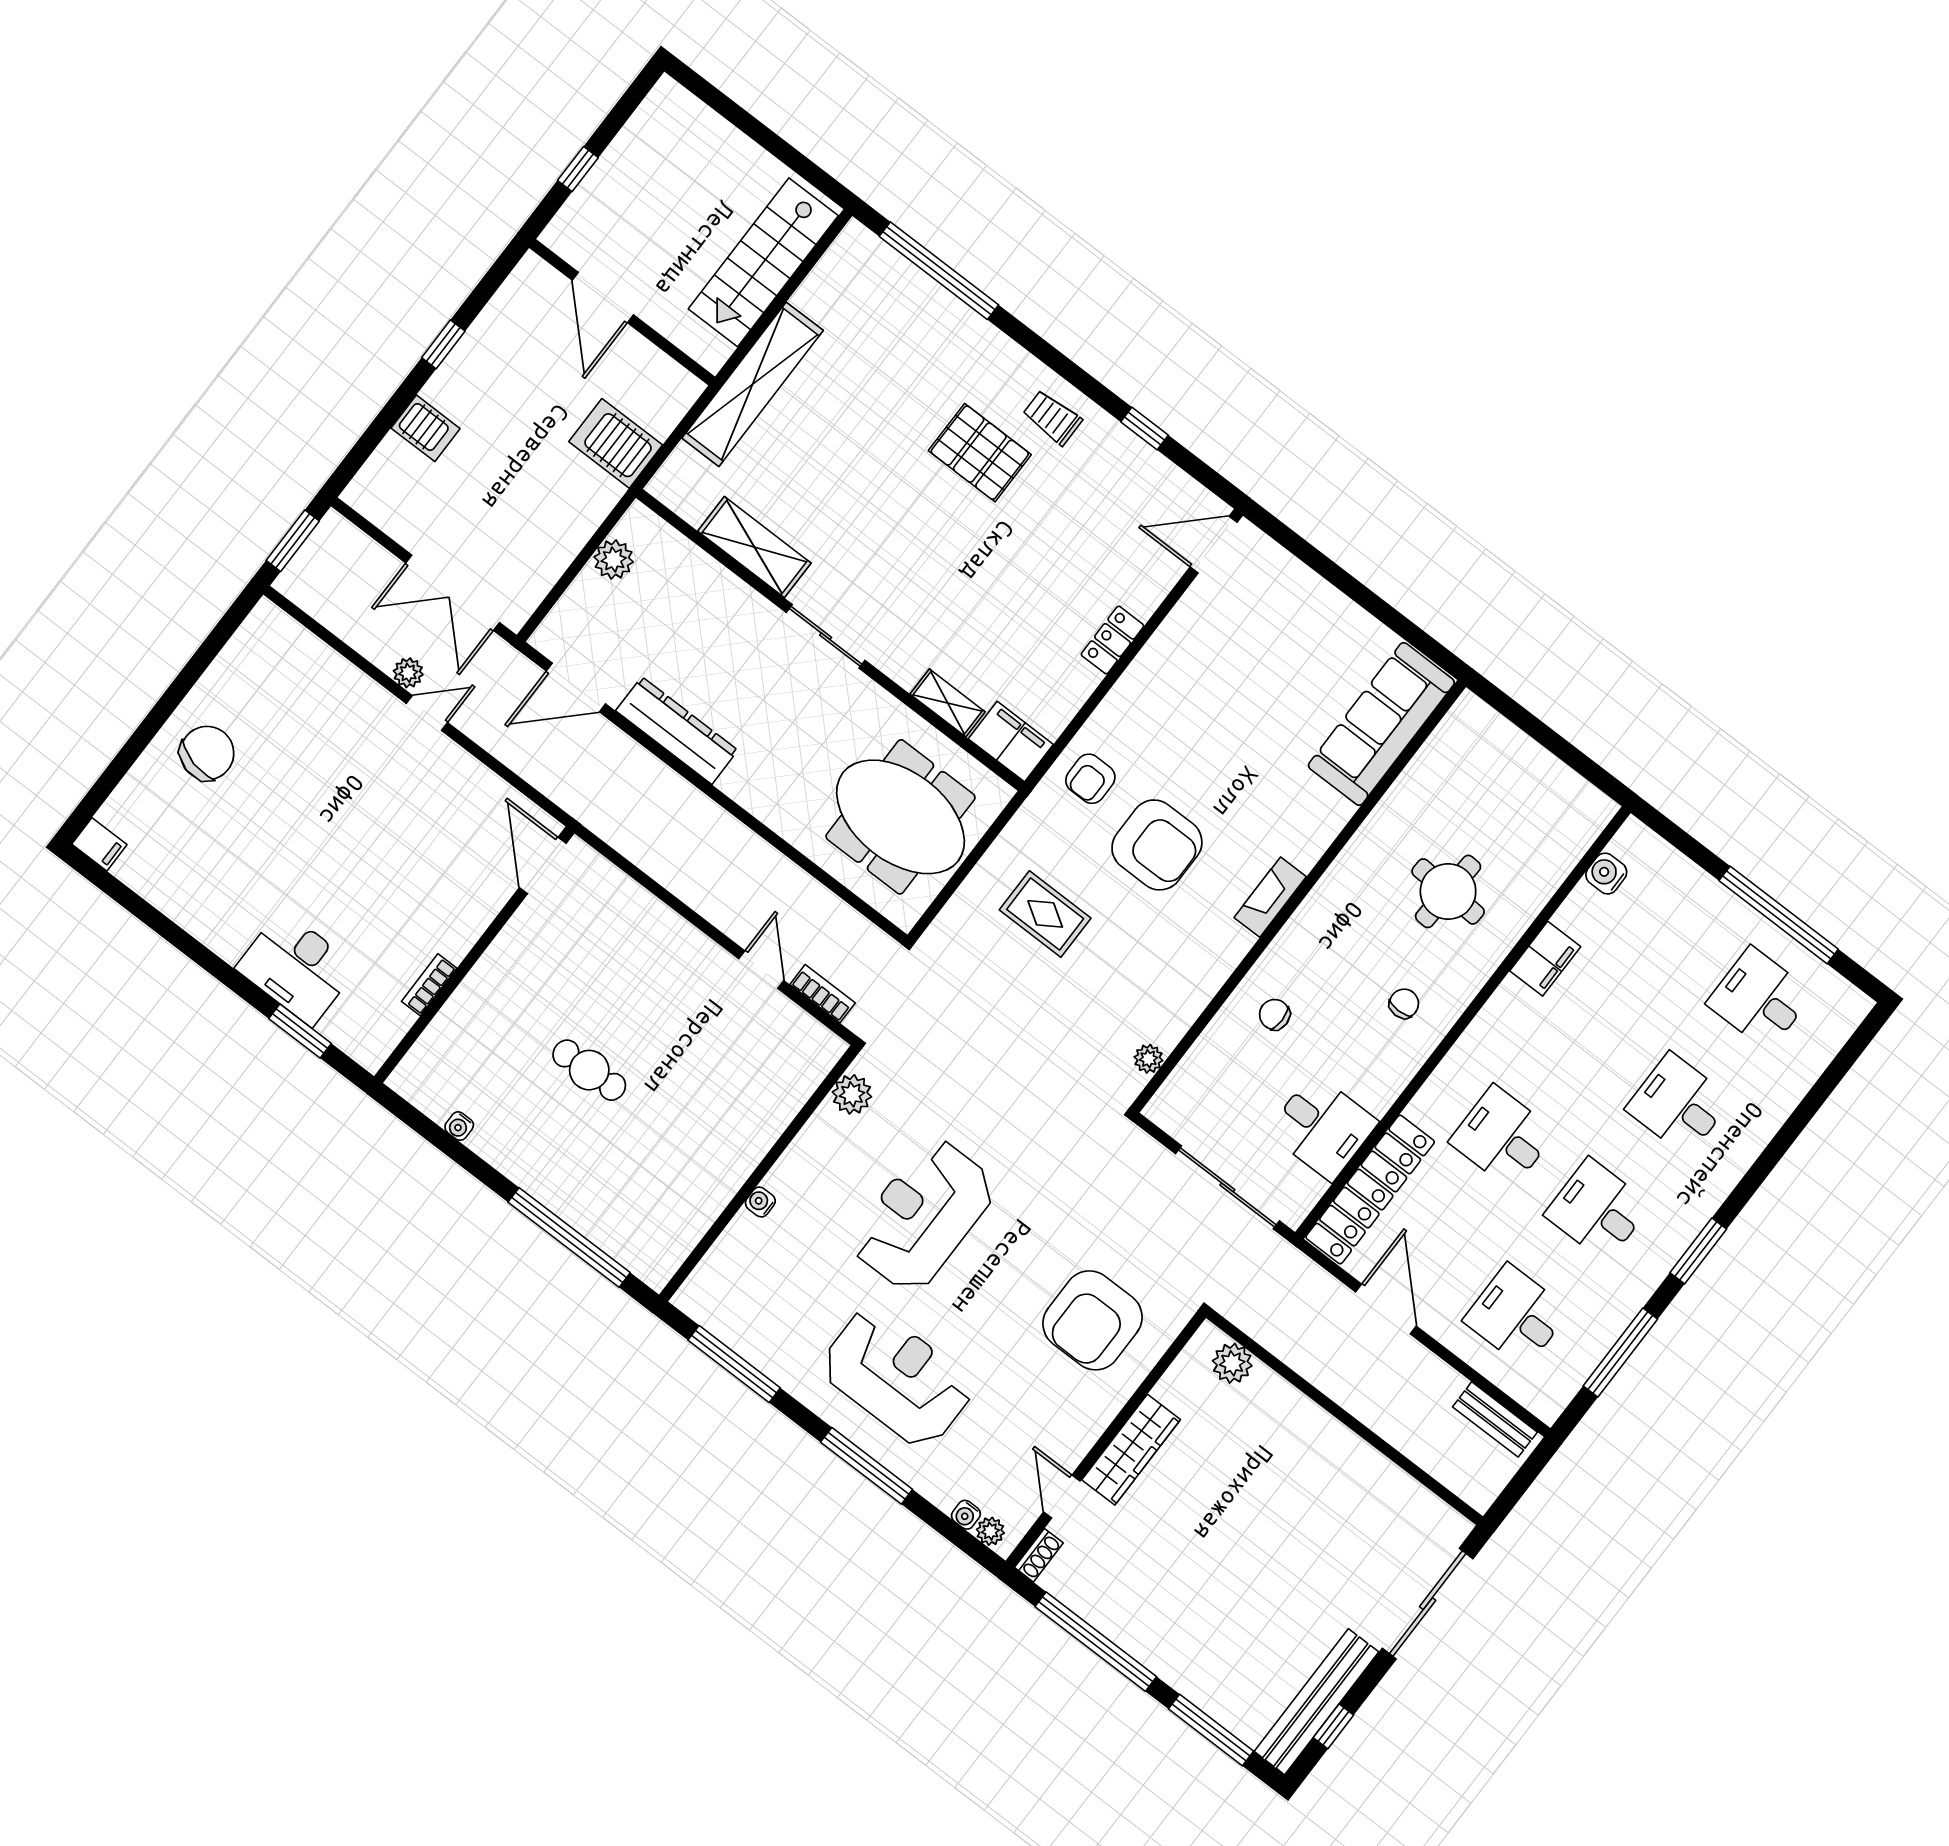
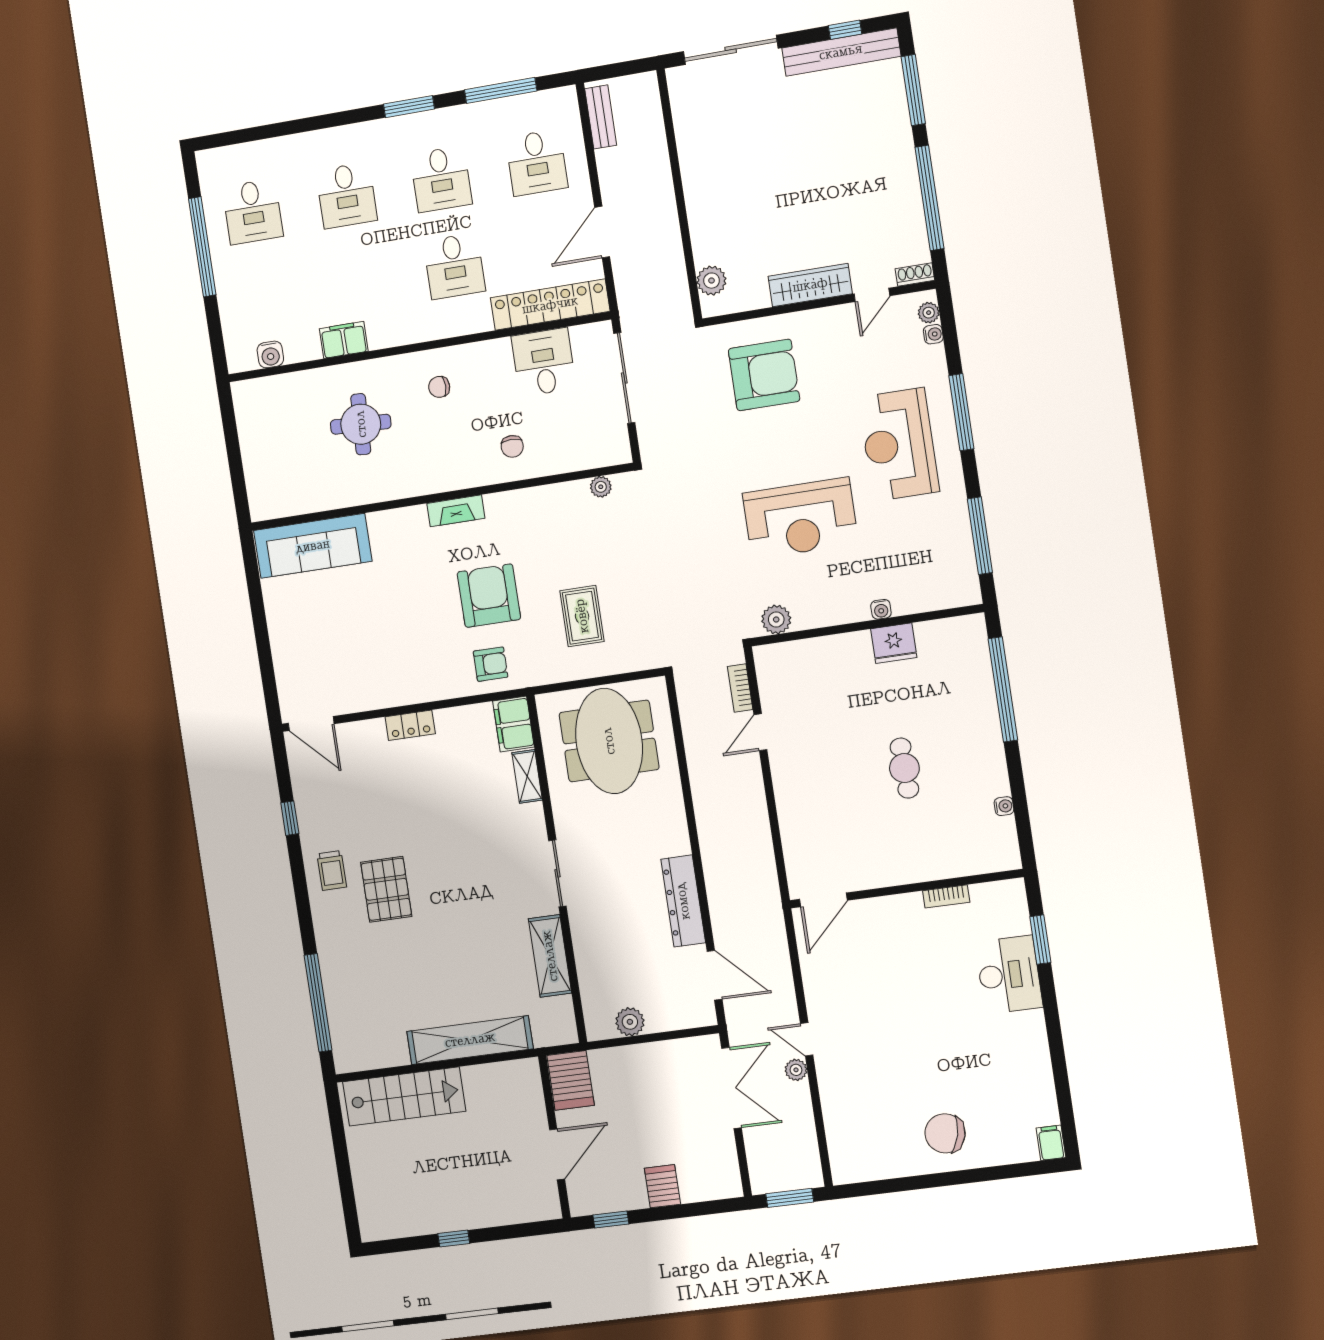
door: (603, 297) -> (557, 1154), moved
wall: (622, 312) -> (554, 1137), moved
fridge: (716, 1181) -> (894, 643), added

